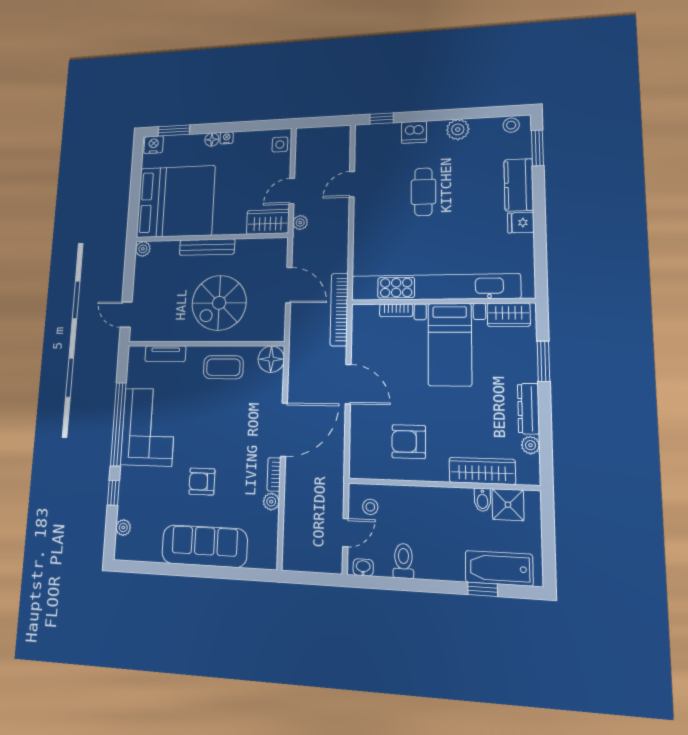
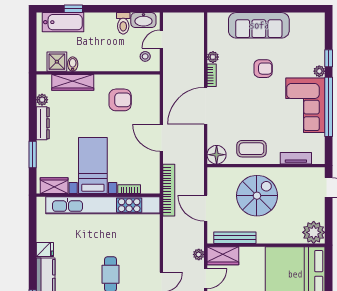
bench: (207, 247) -> (235, 238), moved
plant: (143, 249) -> (314, 232), width x1.88, depth x1.88
plant: (123, 527) -> (319, 71), moved
washbasin: (363, 567) -> (143, 20), width x1.91, depth x1.45

